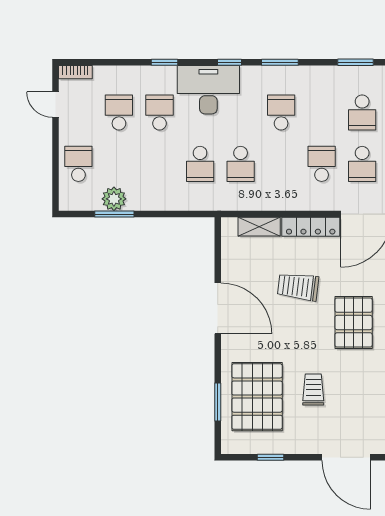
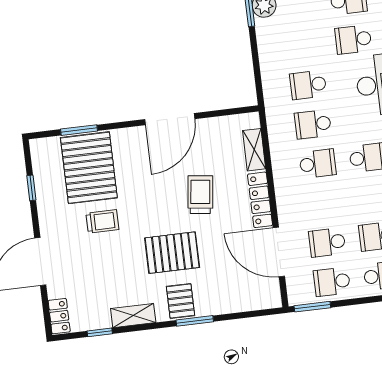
school desk: (159, 112) -> (353, 40), turned 180
school desk: (322, 164) -> (318, 164), moved
pallet: (257, 397) -> (89, 168), turned 90

